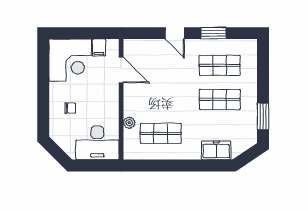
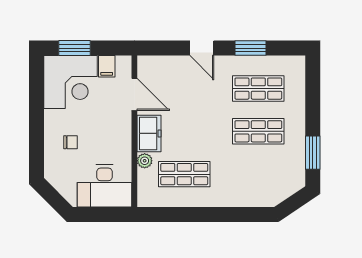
window: (74, 33) -> (75, 48), added
freezer: (216, 150) -> (149, 133), moved, turned 90

